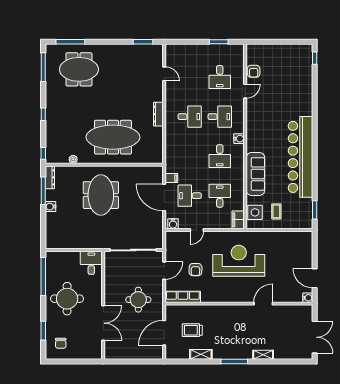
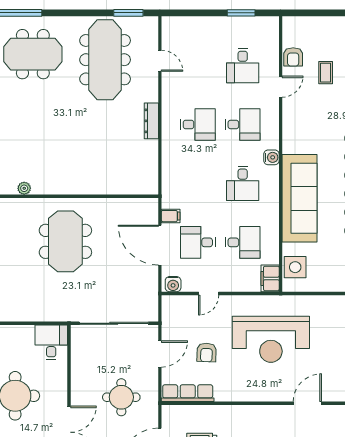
meeting table: (113, 137) -> (105, 60), moved, turned 90
sofa: (255, 174) -> (300, 198), width x1.36, depth x1.27
desk: (220, 196) -> (243, 242), turned 90
coffee table: (276, 211) -> (326, 73), moved
reception desk: (239, 261) -> (271, 339), turned 180

